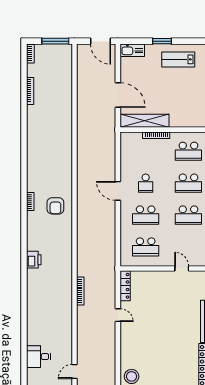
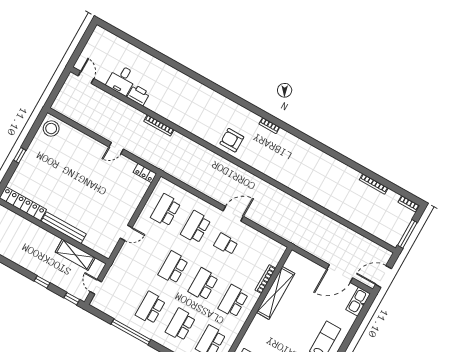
window: (162, 41) -> (351, 334), removed
door: (118, 95) -> (340, 274), moved
shelving: (145, 121) -> (276, 293), moved
armchair: (55, 206) -> (232, 140), moved
printer: (34, 260) -> (138, 95), moved, turned 180
locker: (125, 286) -> (145, 173), width x0.66
desk: (39, 357) -> (122, 80), moved, turned 180

